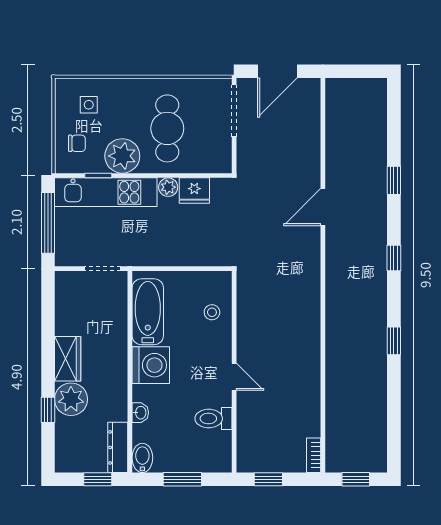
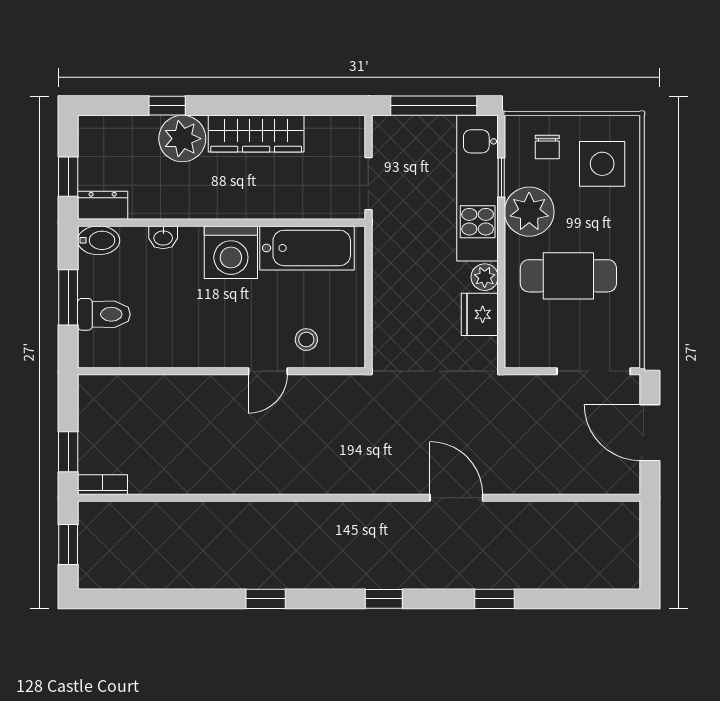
side table: (89, 105) -> (602, 164), width x1.87, depth x1.87
wardrobe: (68, 359) -> (256, 134), width x1.50
door: (234, 377) -> (268, 371), moved
toilet: (214, 419) -> (104, 314), moved, turned 90
dresser: (118, 447) -> (103, 205), width x0.70
window: (268, 479) -> (68, 452), moved

